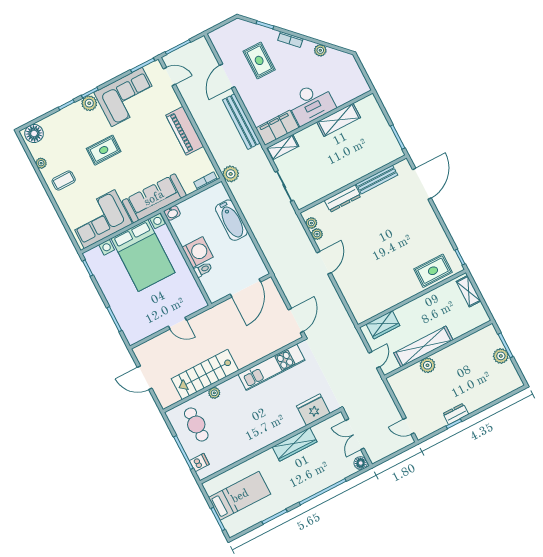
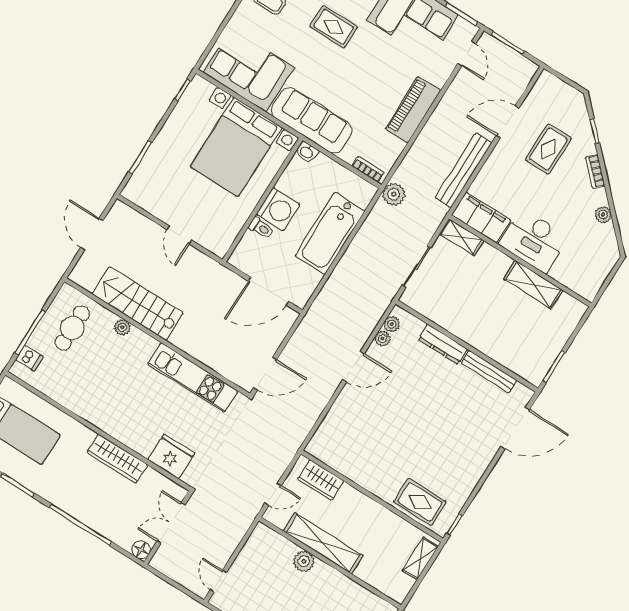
bathtub: (231, 220) -> (330, 233), width x1.36, depth x1.36

